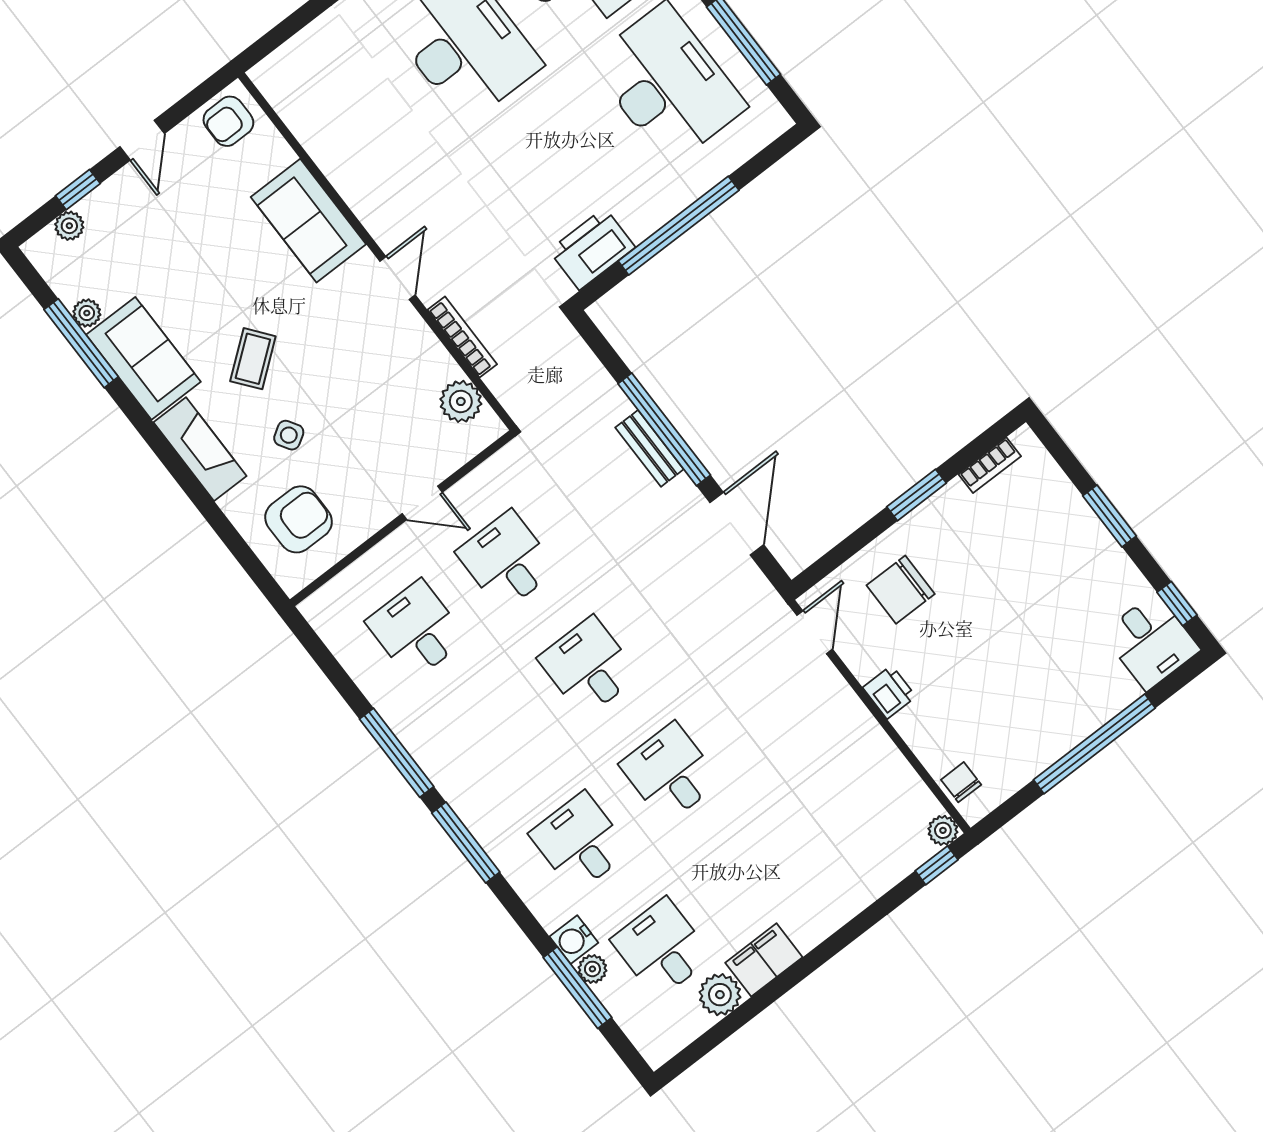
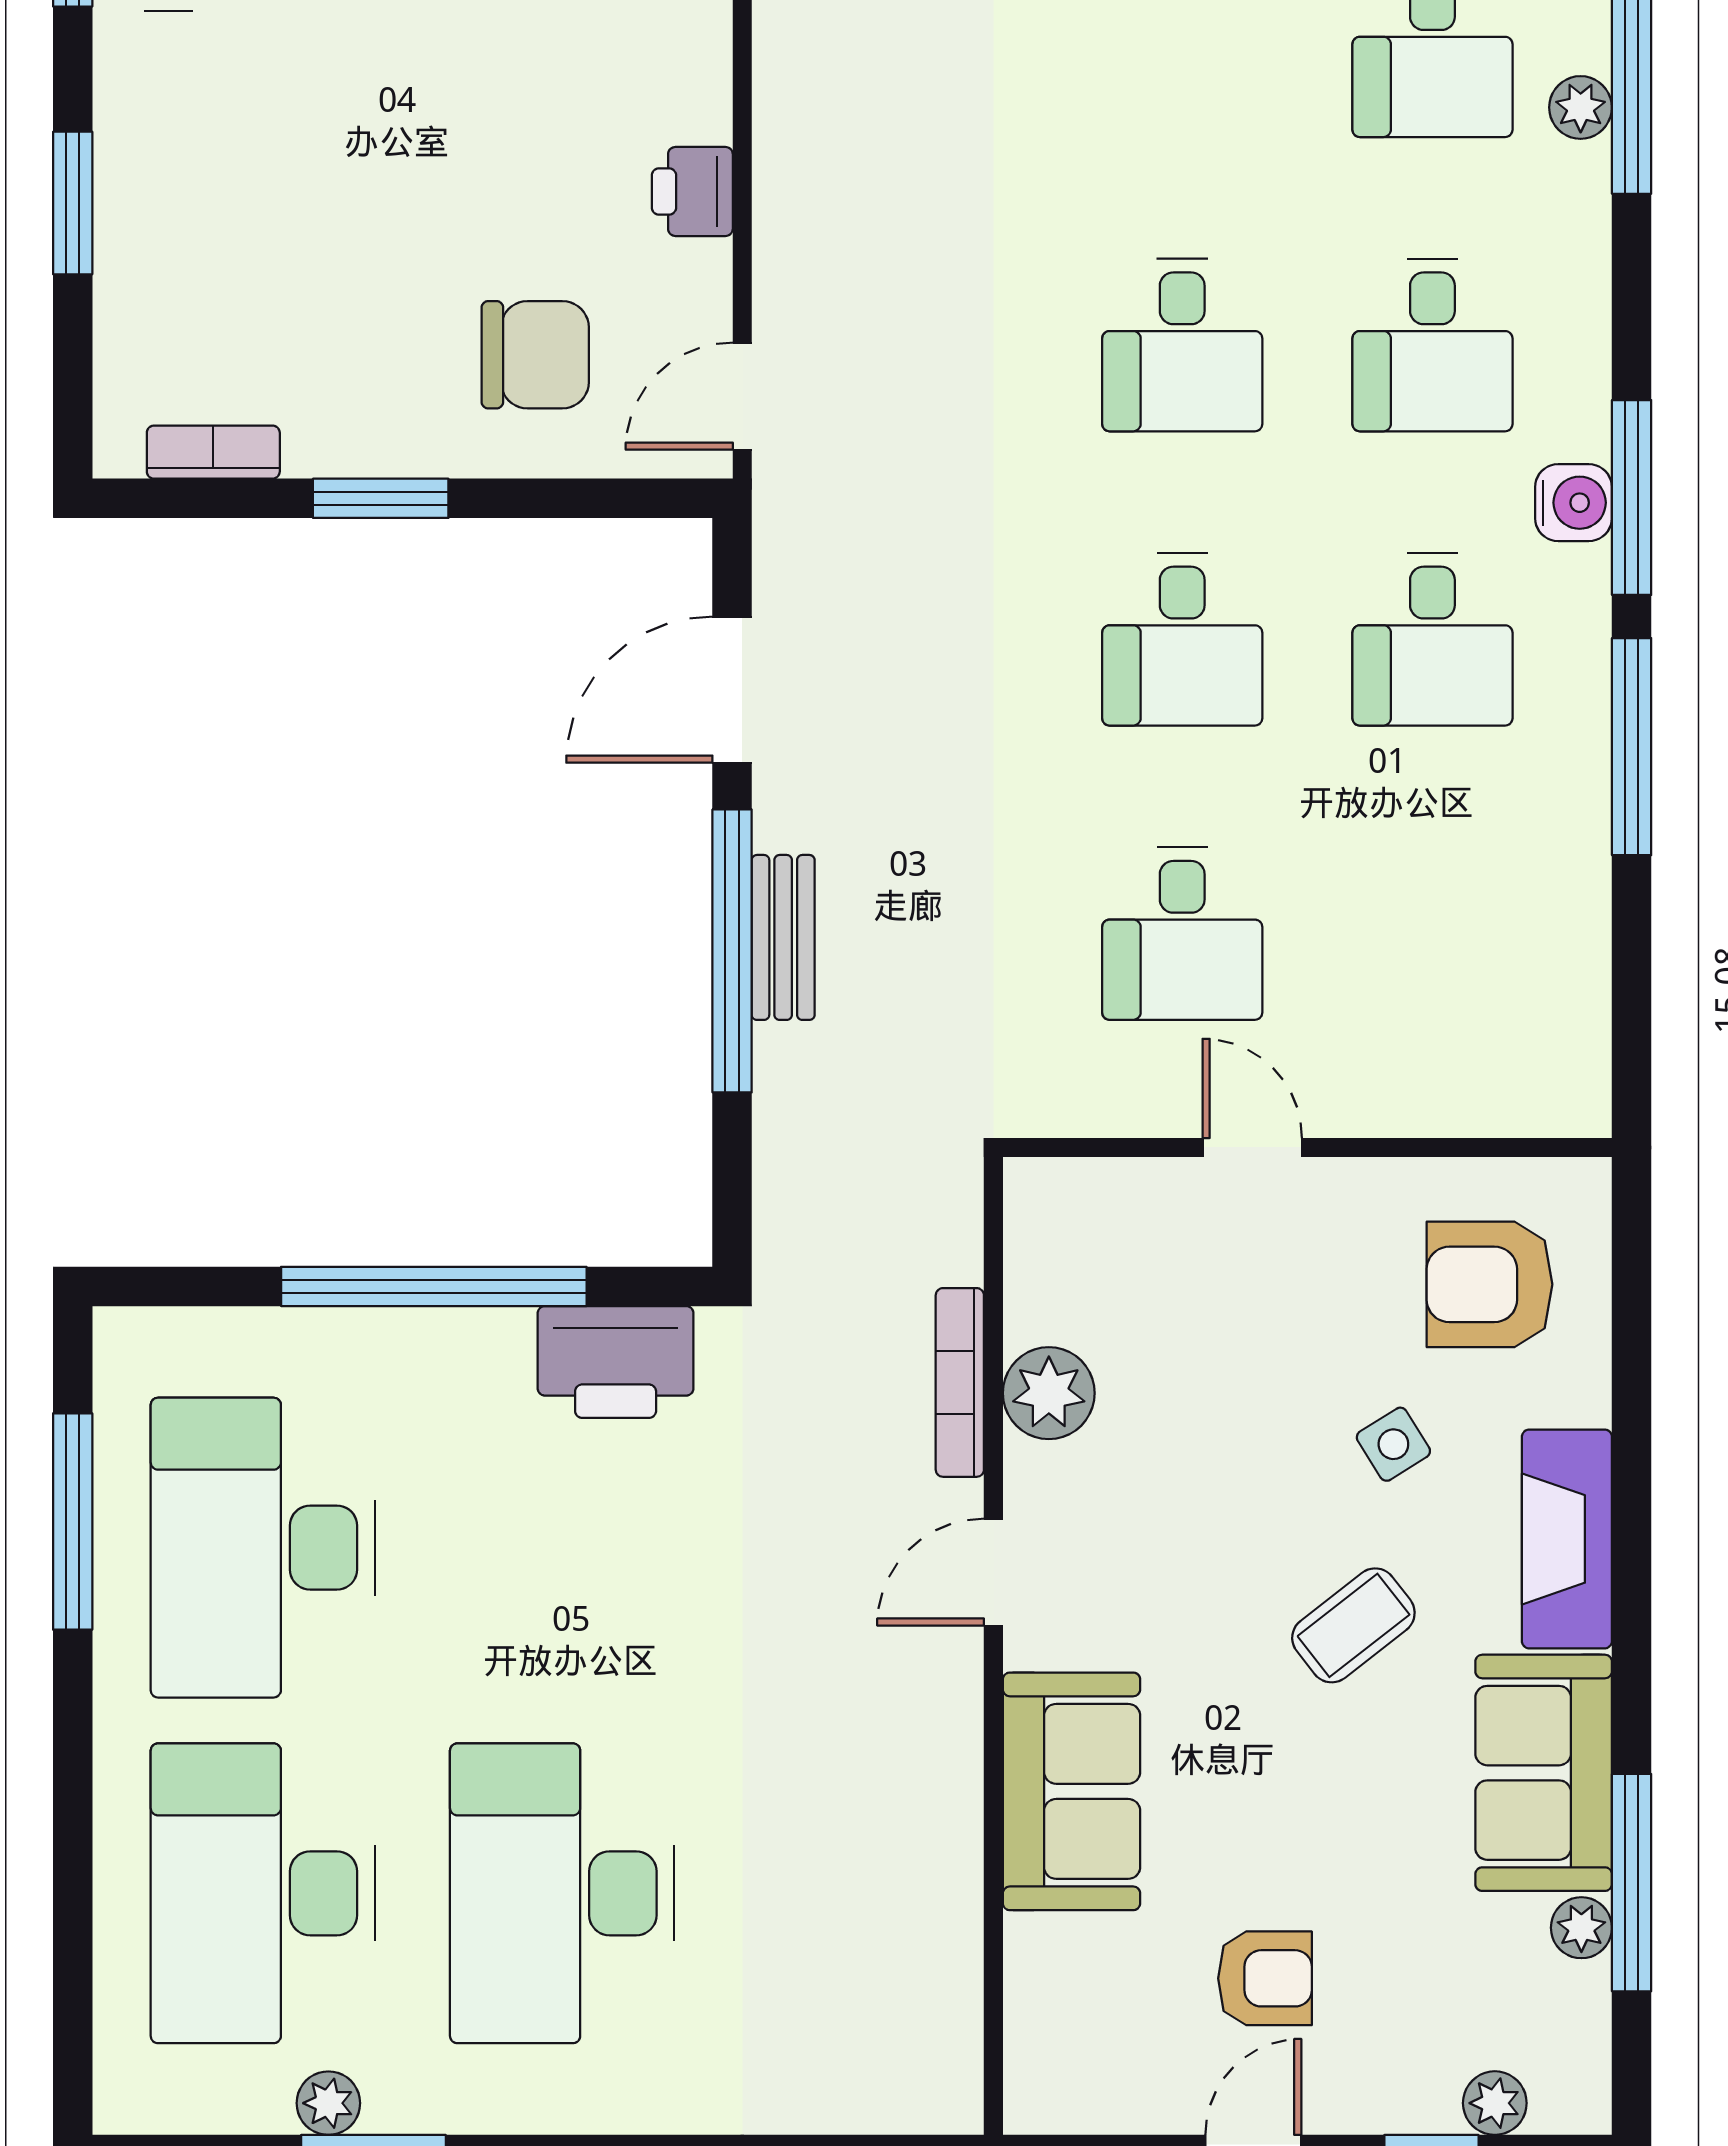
armchair: (228, 121) -> (1265, 1978), moved
plant: (461, 401) -> (1049, 1393), moved
desk: (417, 630) -> (1432, 639), moved
water cooler: (574, 940) -> (1573, 503), moved

